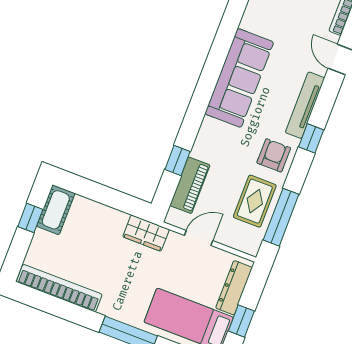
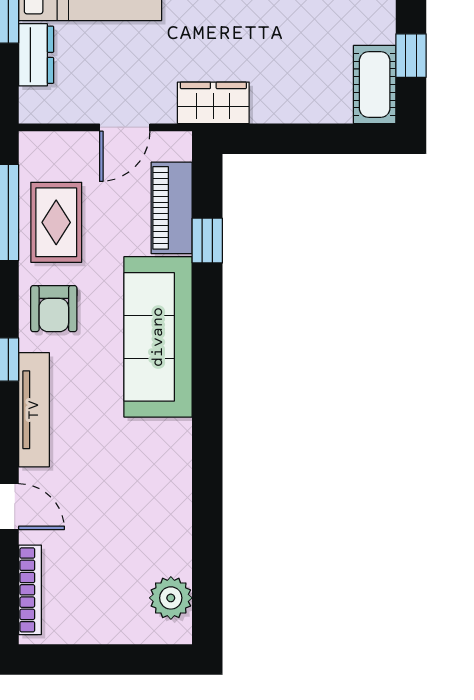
sofa: (239, 78) -> (158, 337), moved
dresser: (234, 288) -> (36, 55), width x0.70

